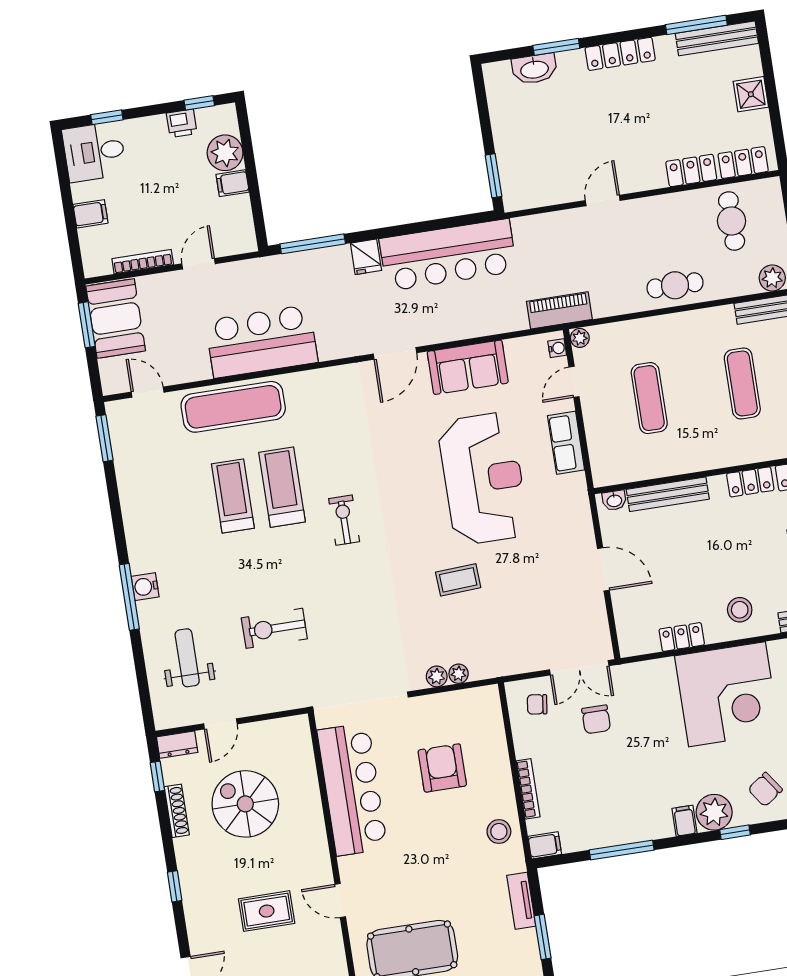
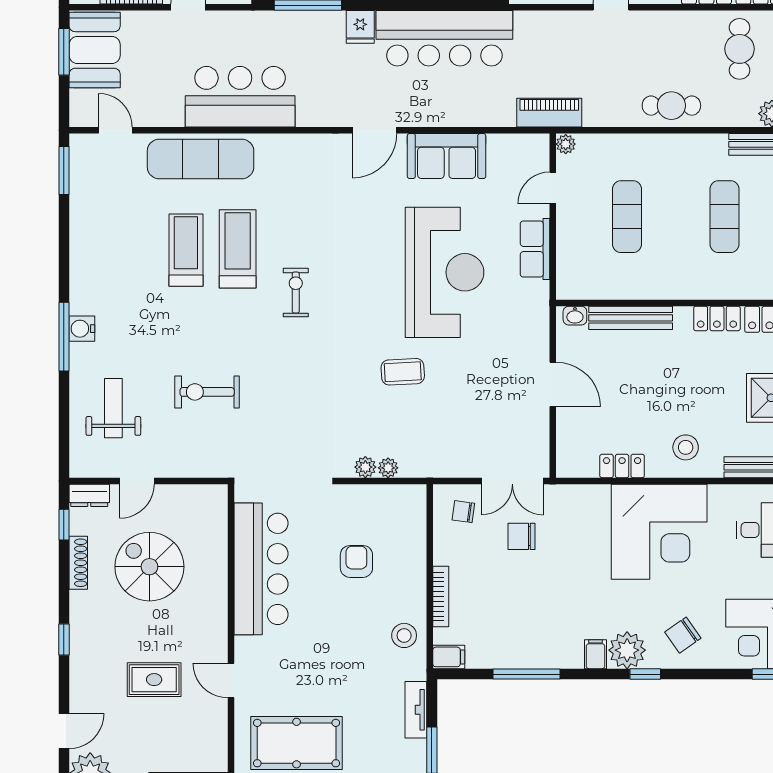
water cooler: (557, 348) -> (541, 151), removed
chair: (596, 719) -> (521, 536), turned 90
armchair: (442, 768) -> (356, 561), width x0.72, depth x0.72

